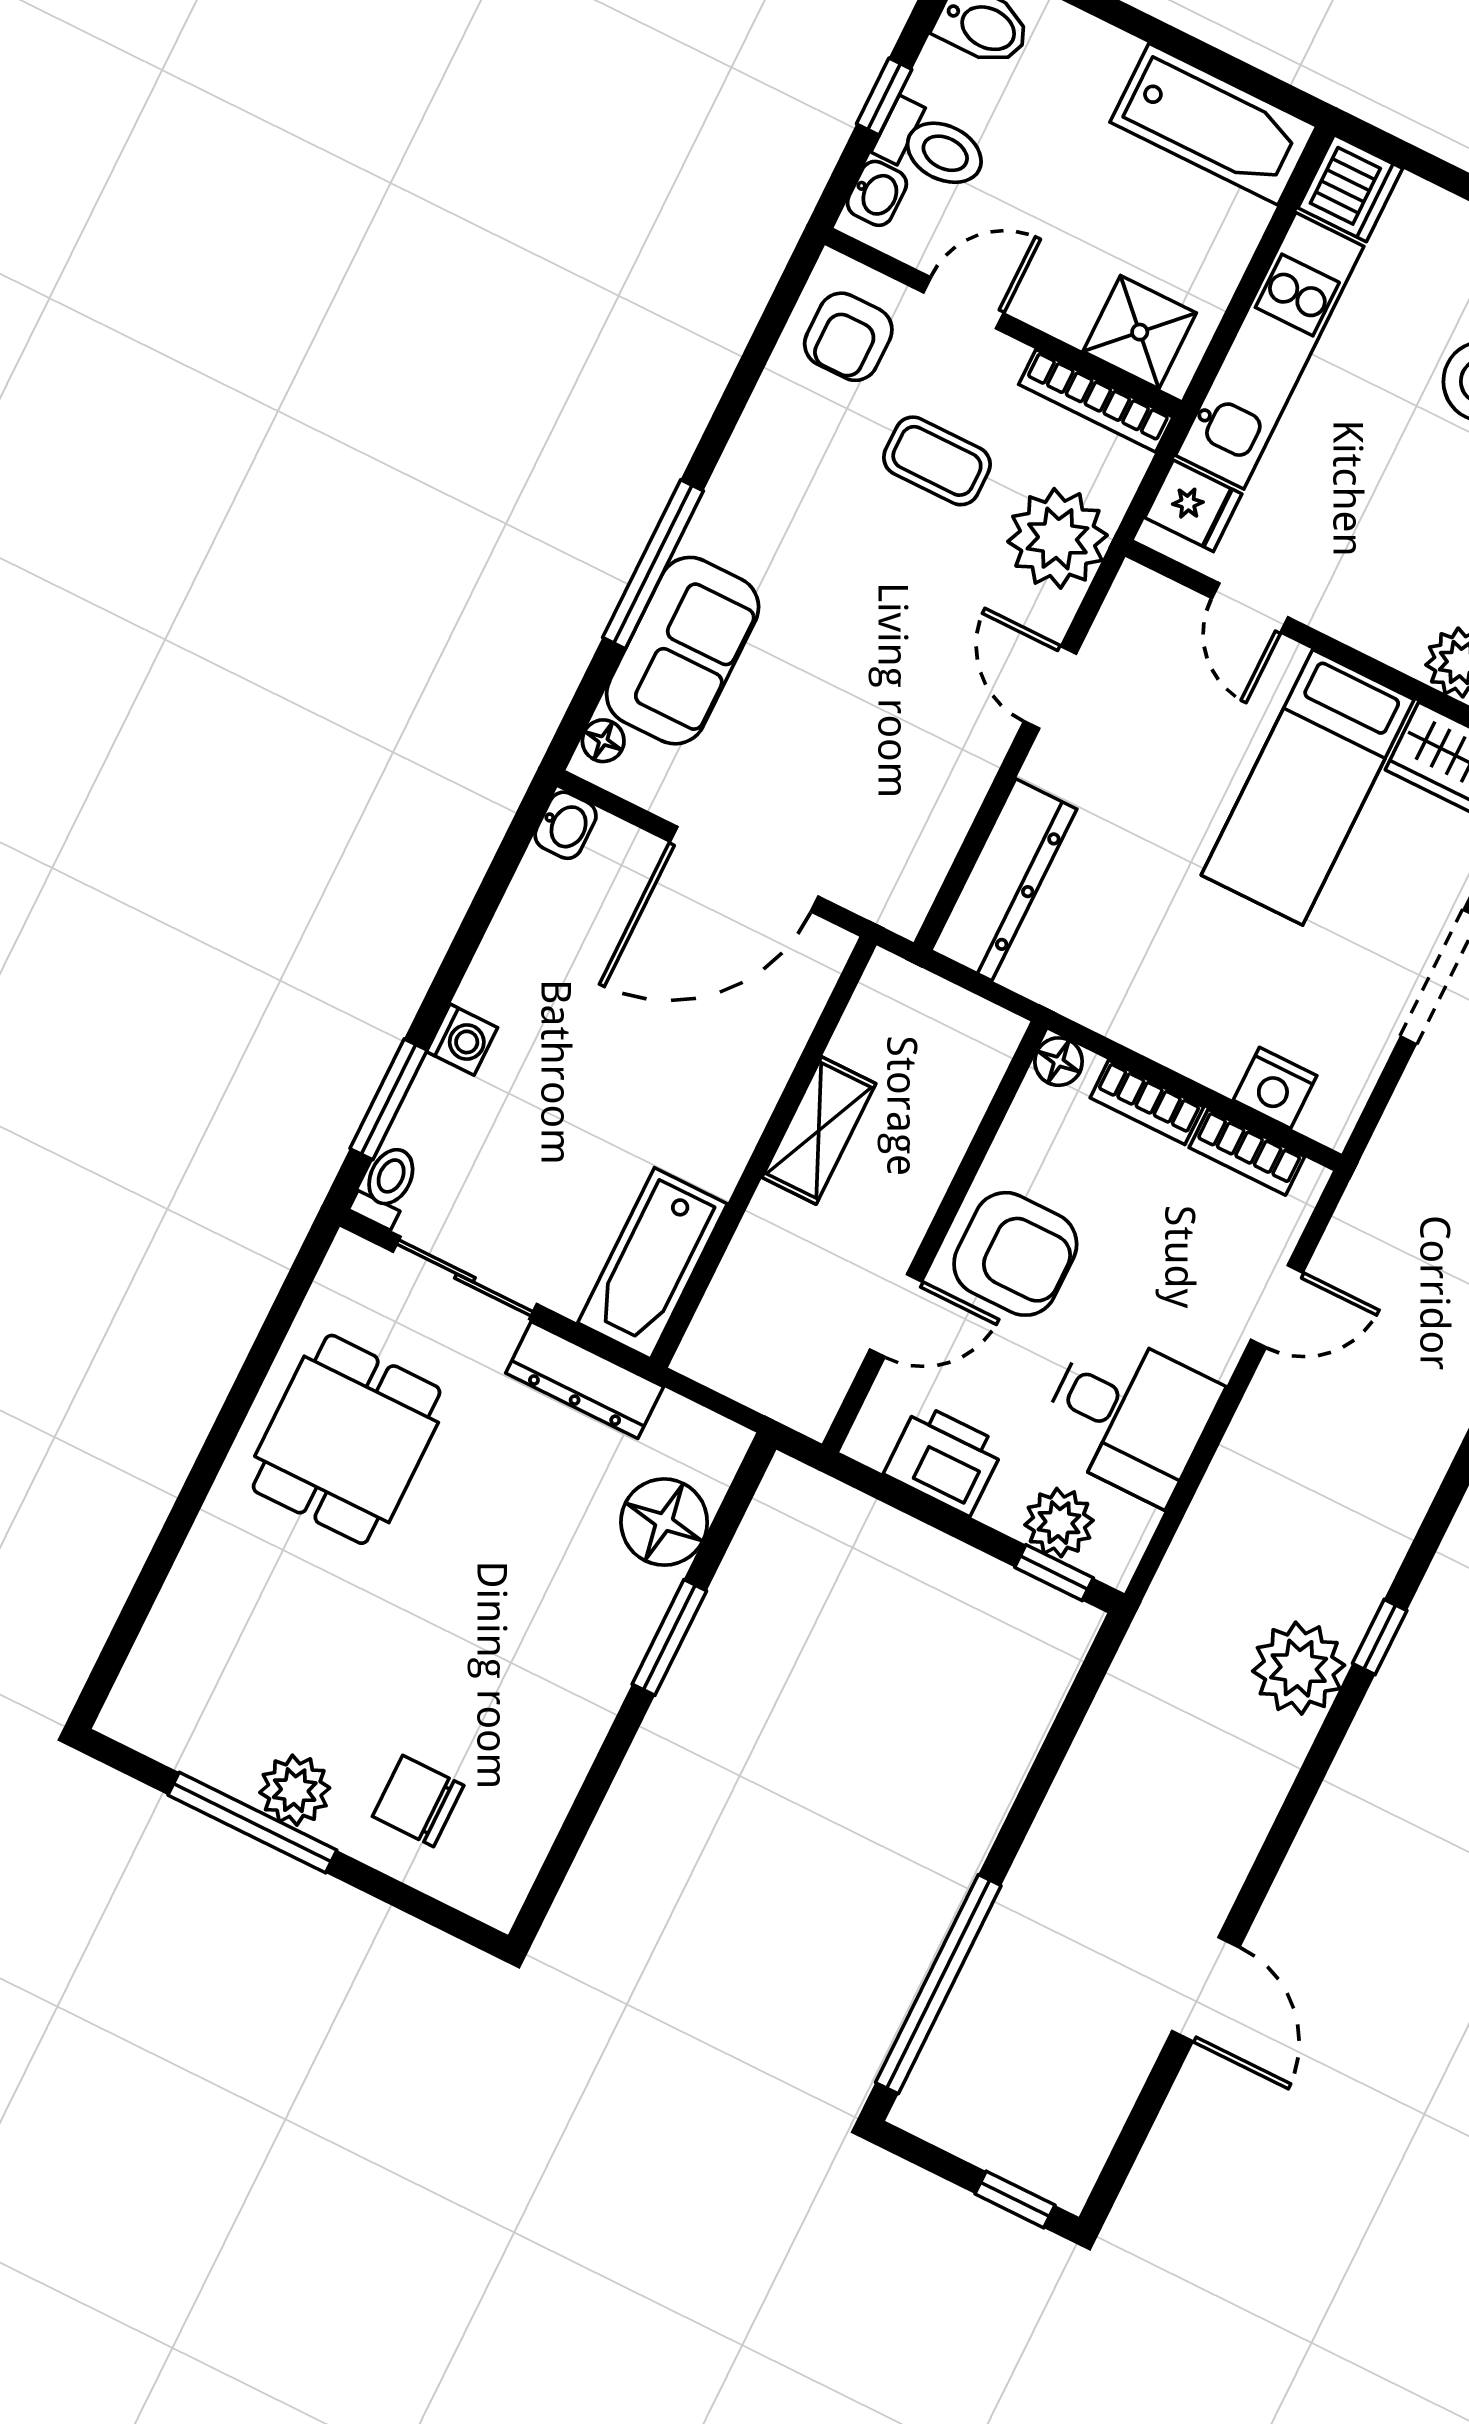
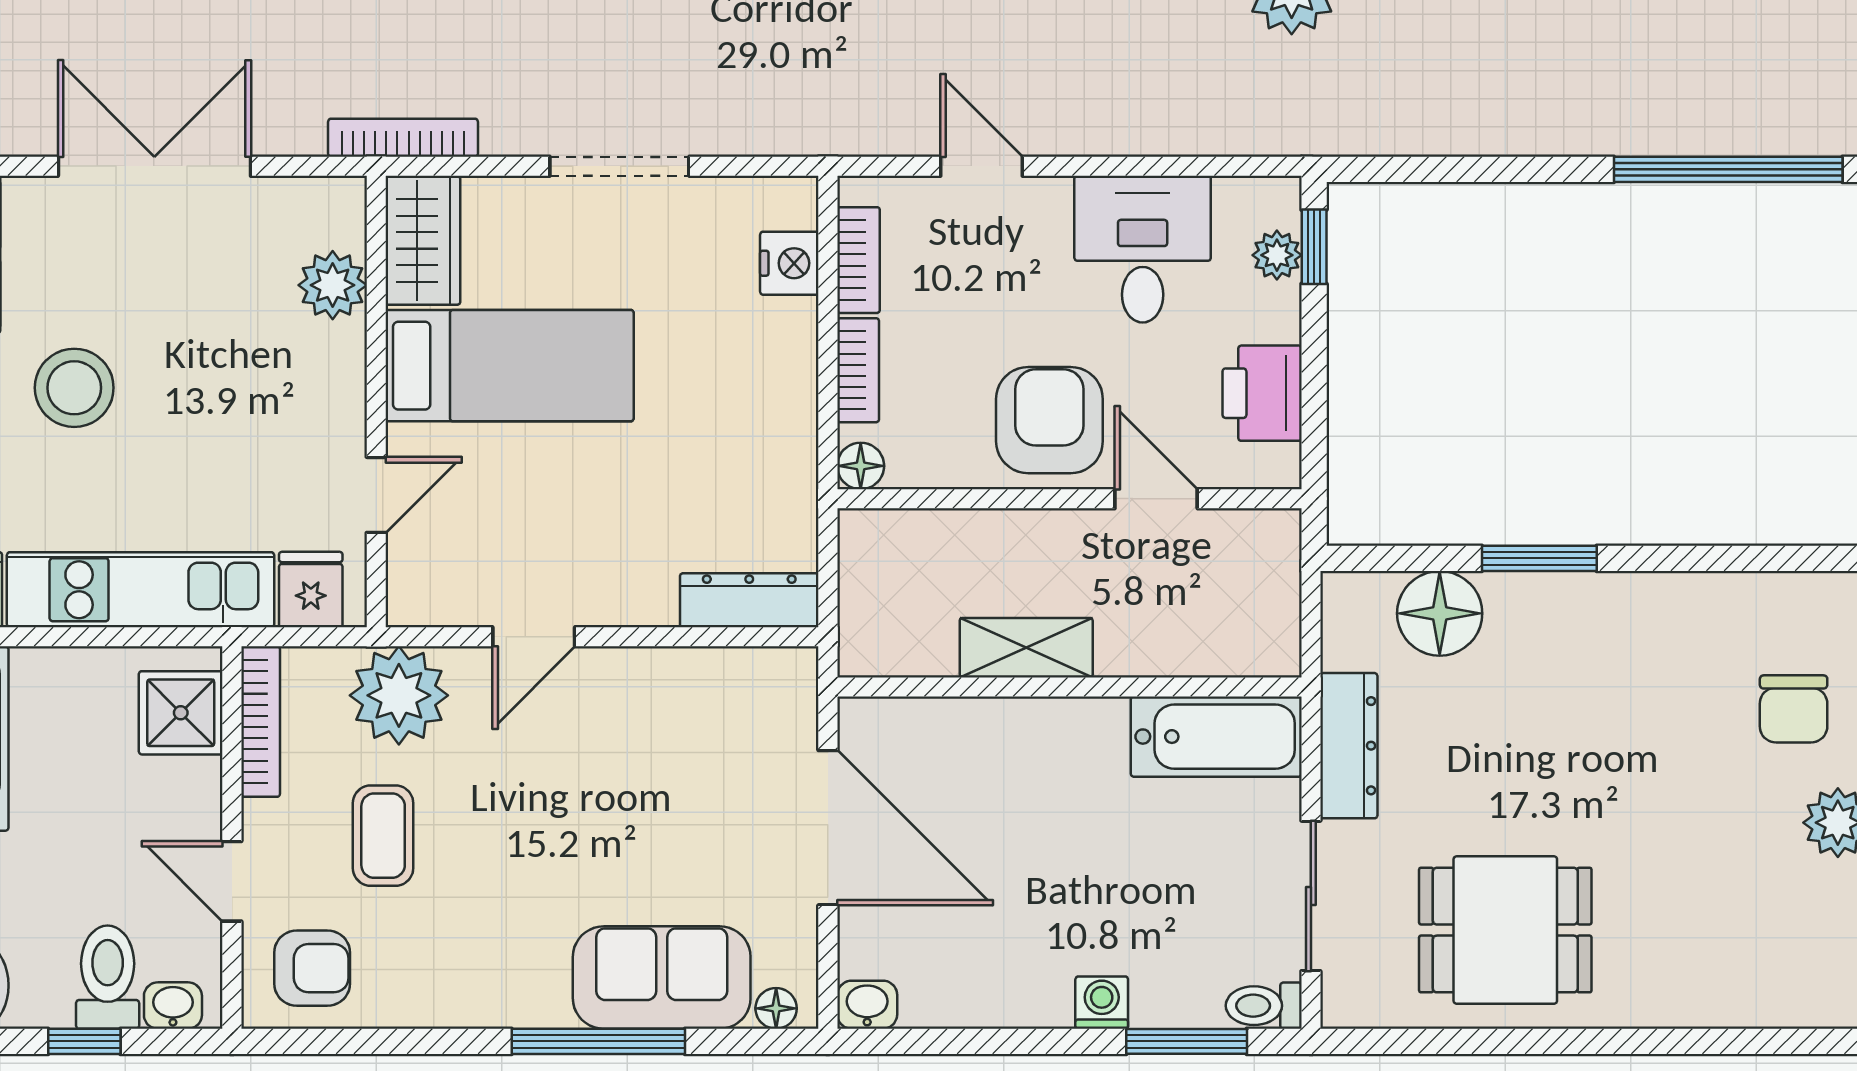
dresser: (1004, 880) -> (749, 600), width x0.73, depth x0.80
plant: (1059, 1523) -> (1277, 255), width x0.73, depth x0.73

